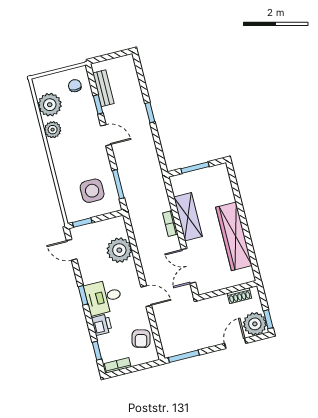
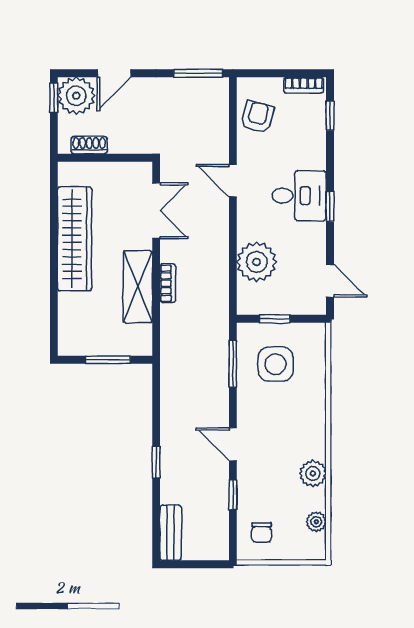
bench: (103, 88) -> (171, 533), moved
plant: (50, 105) -> (316, 522), width x0.53, depth x0.53
window: (82, 223) -> (275, 319), moved
printer: (102, 325) -> (313, 154), removed

